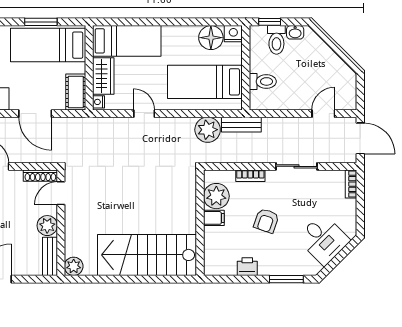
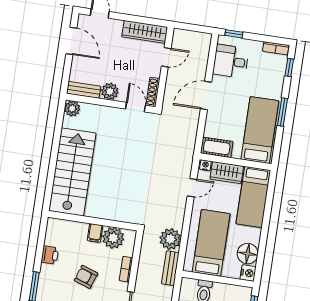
bed: (127, 41) -> (253, 197), moved
bed: (48, 45) -> (260, 130), moved
wall: (89, 68) -> (235, 162), moved
wardrobe: (103, 76) -> (227, 173), moved
cot: (76, 92) -> (217, 147), moved
nightstand: (98, 102) -> (205, 165), moved

